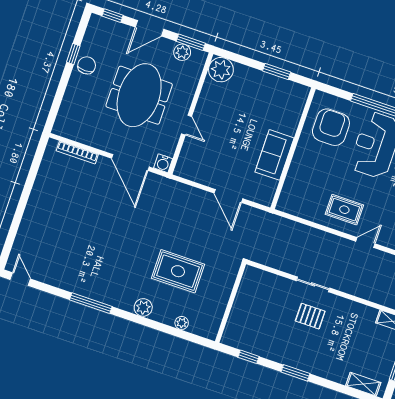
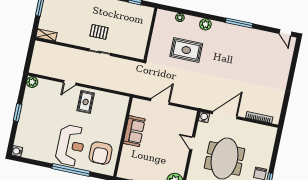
door: (130, 163) -> (225, 115), hinge flipped
door: (228, 196) -> (160, 102), hinge flipped
rug: (344, 210) -> (86, 102), turned 90

